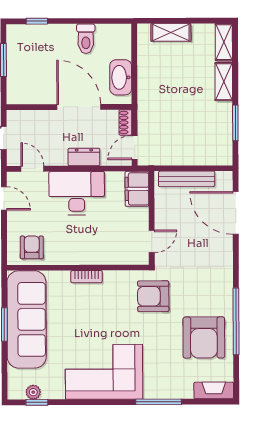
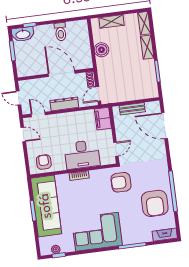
washbasin: (121, 77) -> (23, 34), moved, turned -90
boiler: (149, 77) -> (101, 50), added
dresser: (84, 157) -> (64, 104), width x1.44
bench: (187, 179) -> (132, 109), width x0.73
desk: (77, 193) -> (82, 155), moved, turned 180

